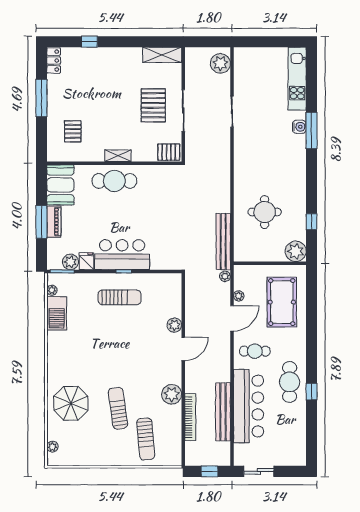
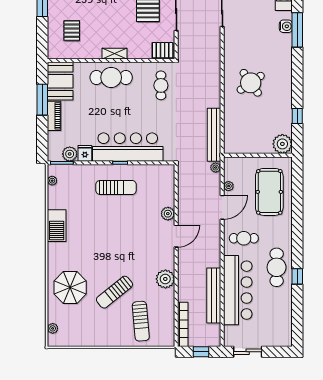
cafe table: (167, 189) -> (161, 85), added
round table: (265, 212) -> (251, 83), moved, turned -35
window: (41, 222) -> (42, 100), moved
bar counter: (122, 255) -> (128, 147), width x1.36
barbecue: (57, 313) -> (57, 226), moved
sun lounger: (118, 408) -> (114, 292), turned -121
bookcase: (190, 417) -> (183, 324), moved

